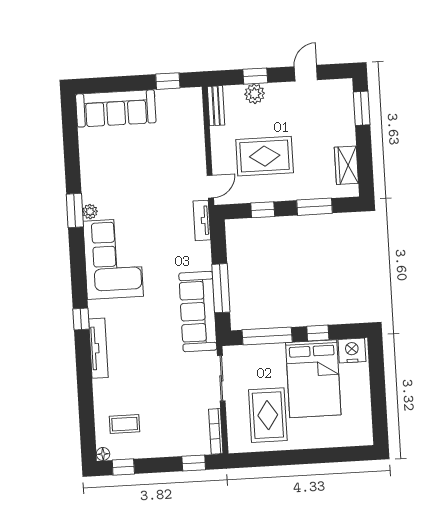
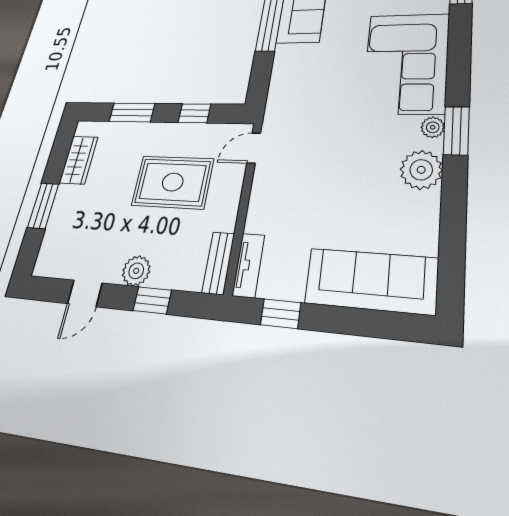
plant: (255, 94) -> (136, 271), moved
window: (362, 108) -> (43, 206), moved
plant: (94, 182) -> (421, 170), added
tv unit: (202, 220) -> (248, 265), moved

